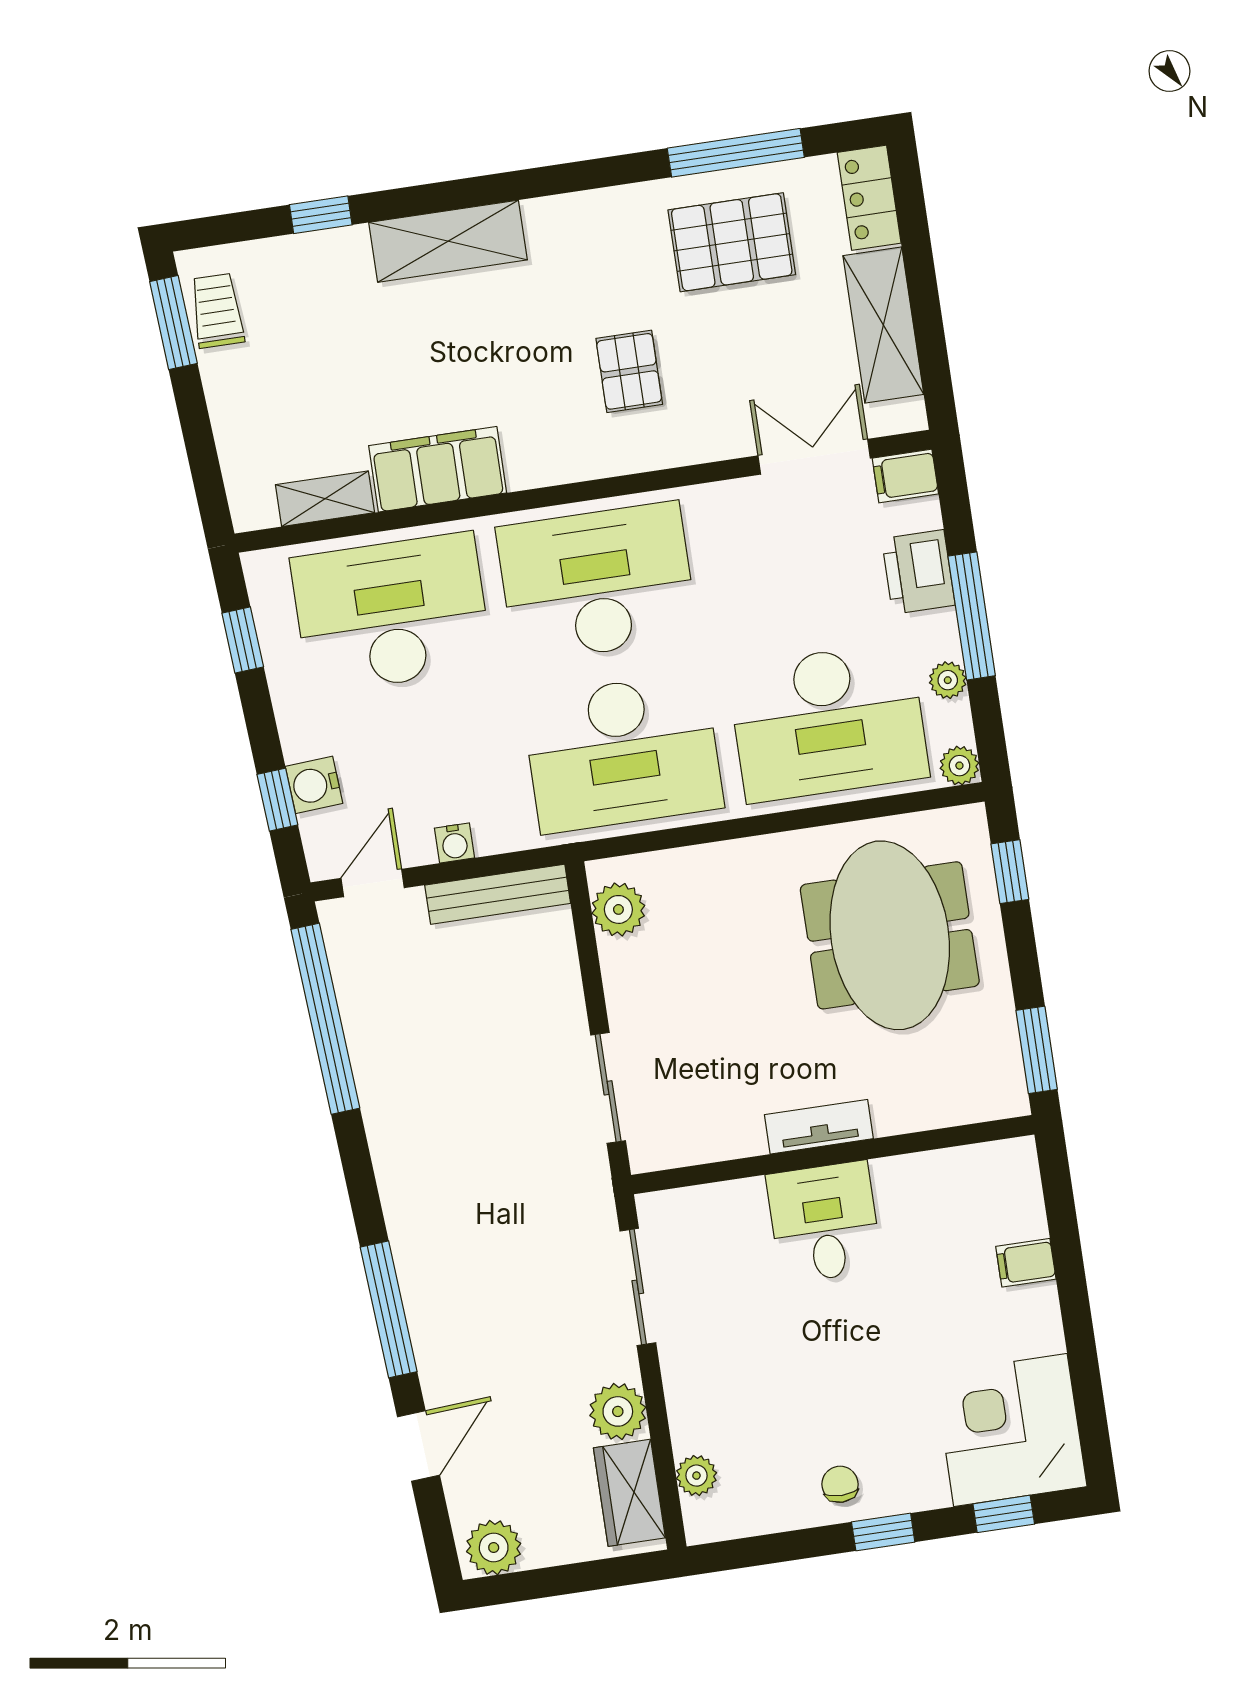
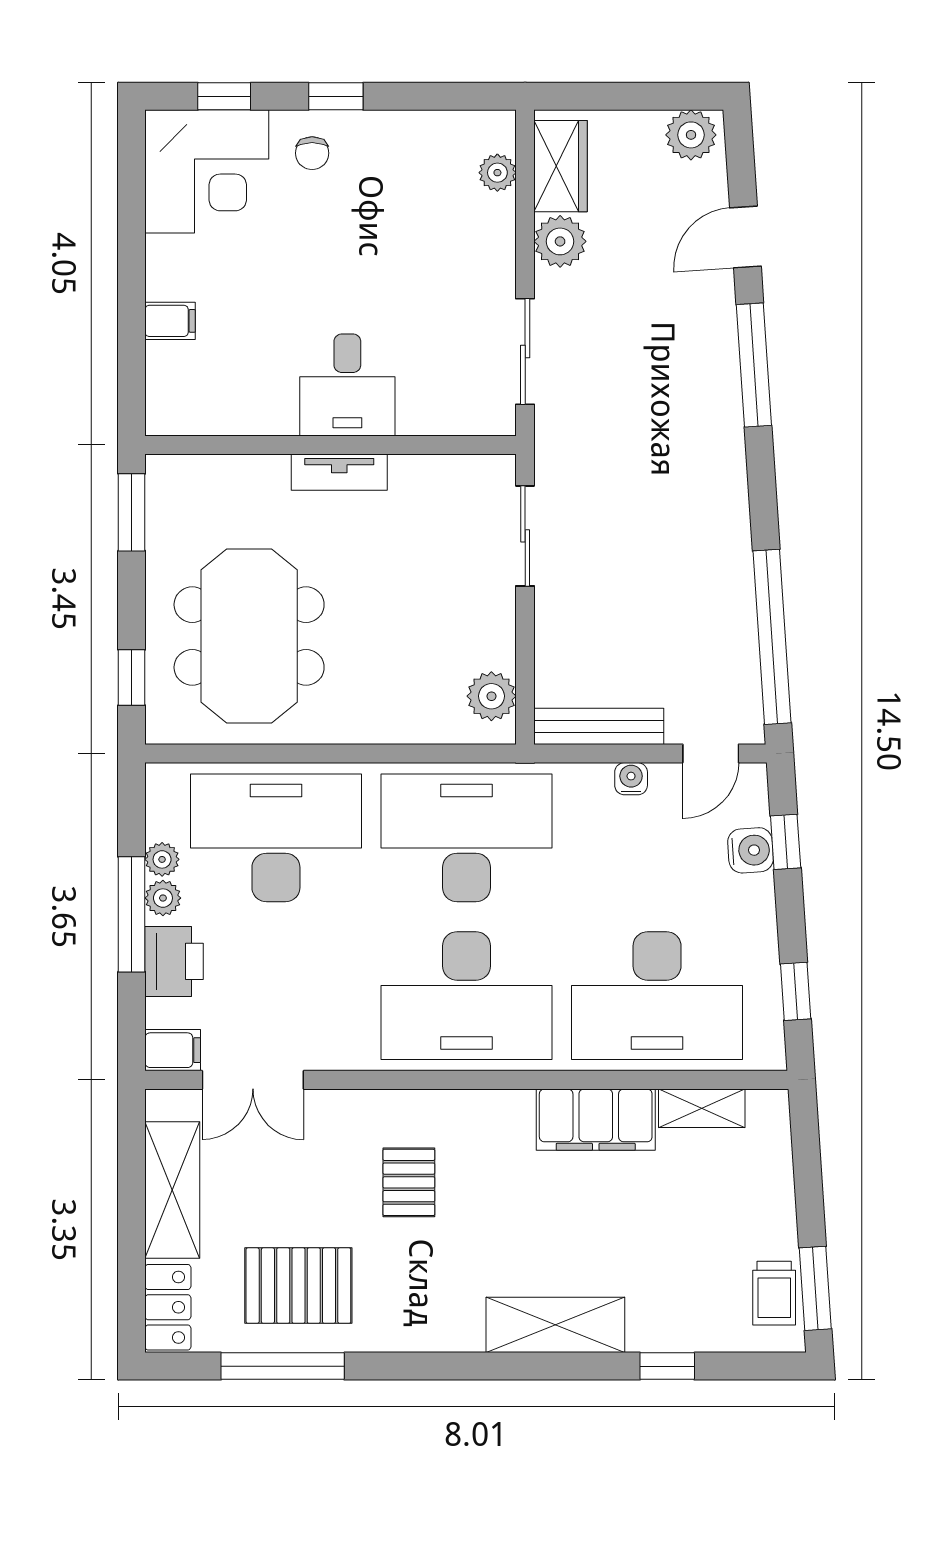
plant: (959, 766) -> (163, 898), moved
chair: (840, 1484) -> (312, 153), moved

